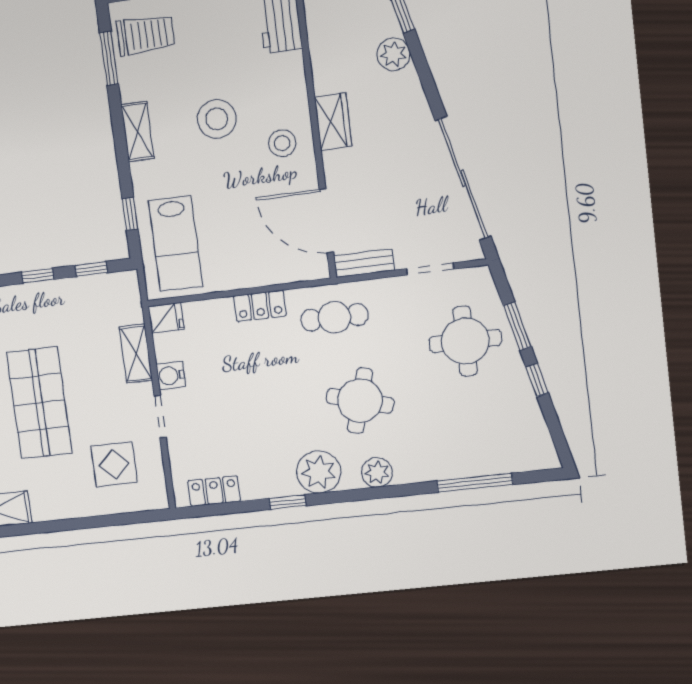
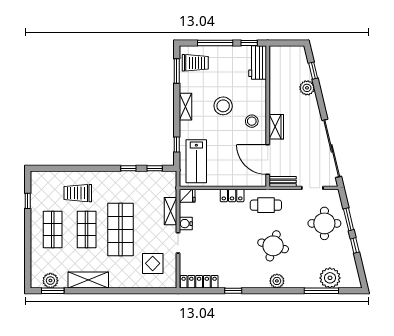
wardrobe: (333, 122) -> (276, 127), moved
plant: (319, 472) -> (330, 278), moved
locker: (214, 491) -> (199, 282), width x1.53

